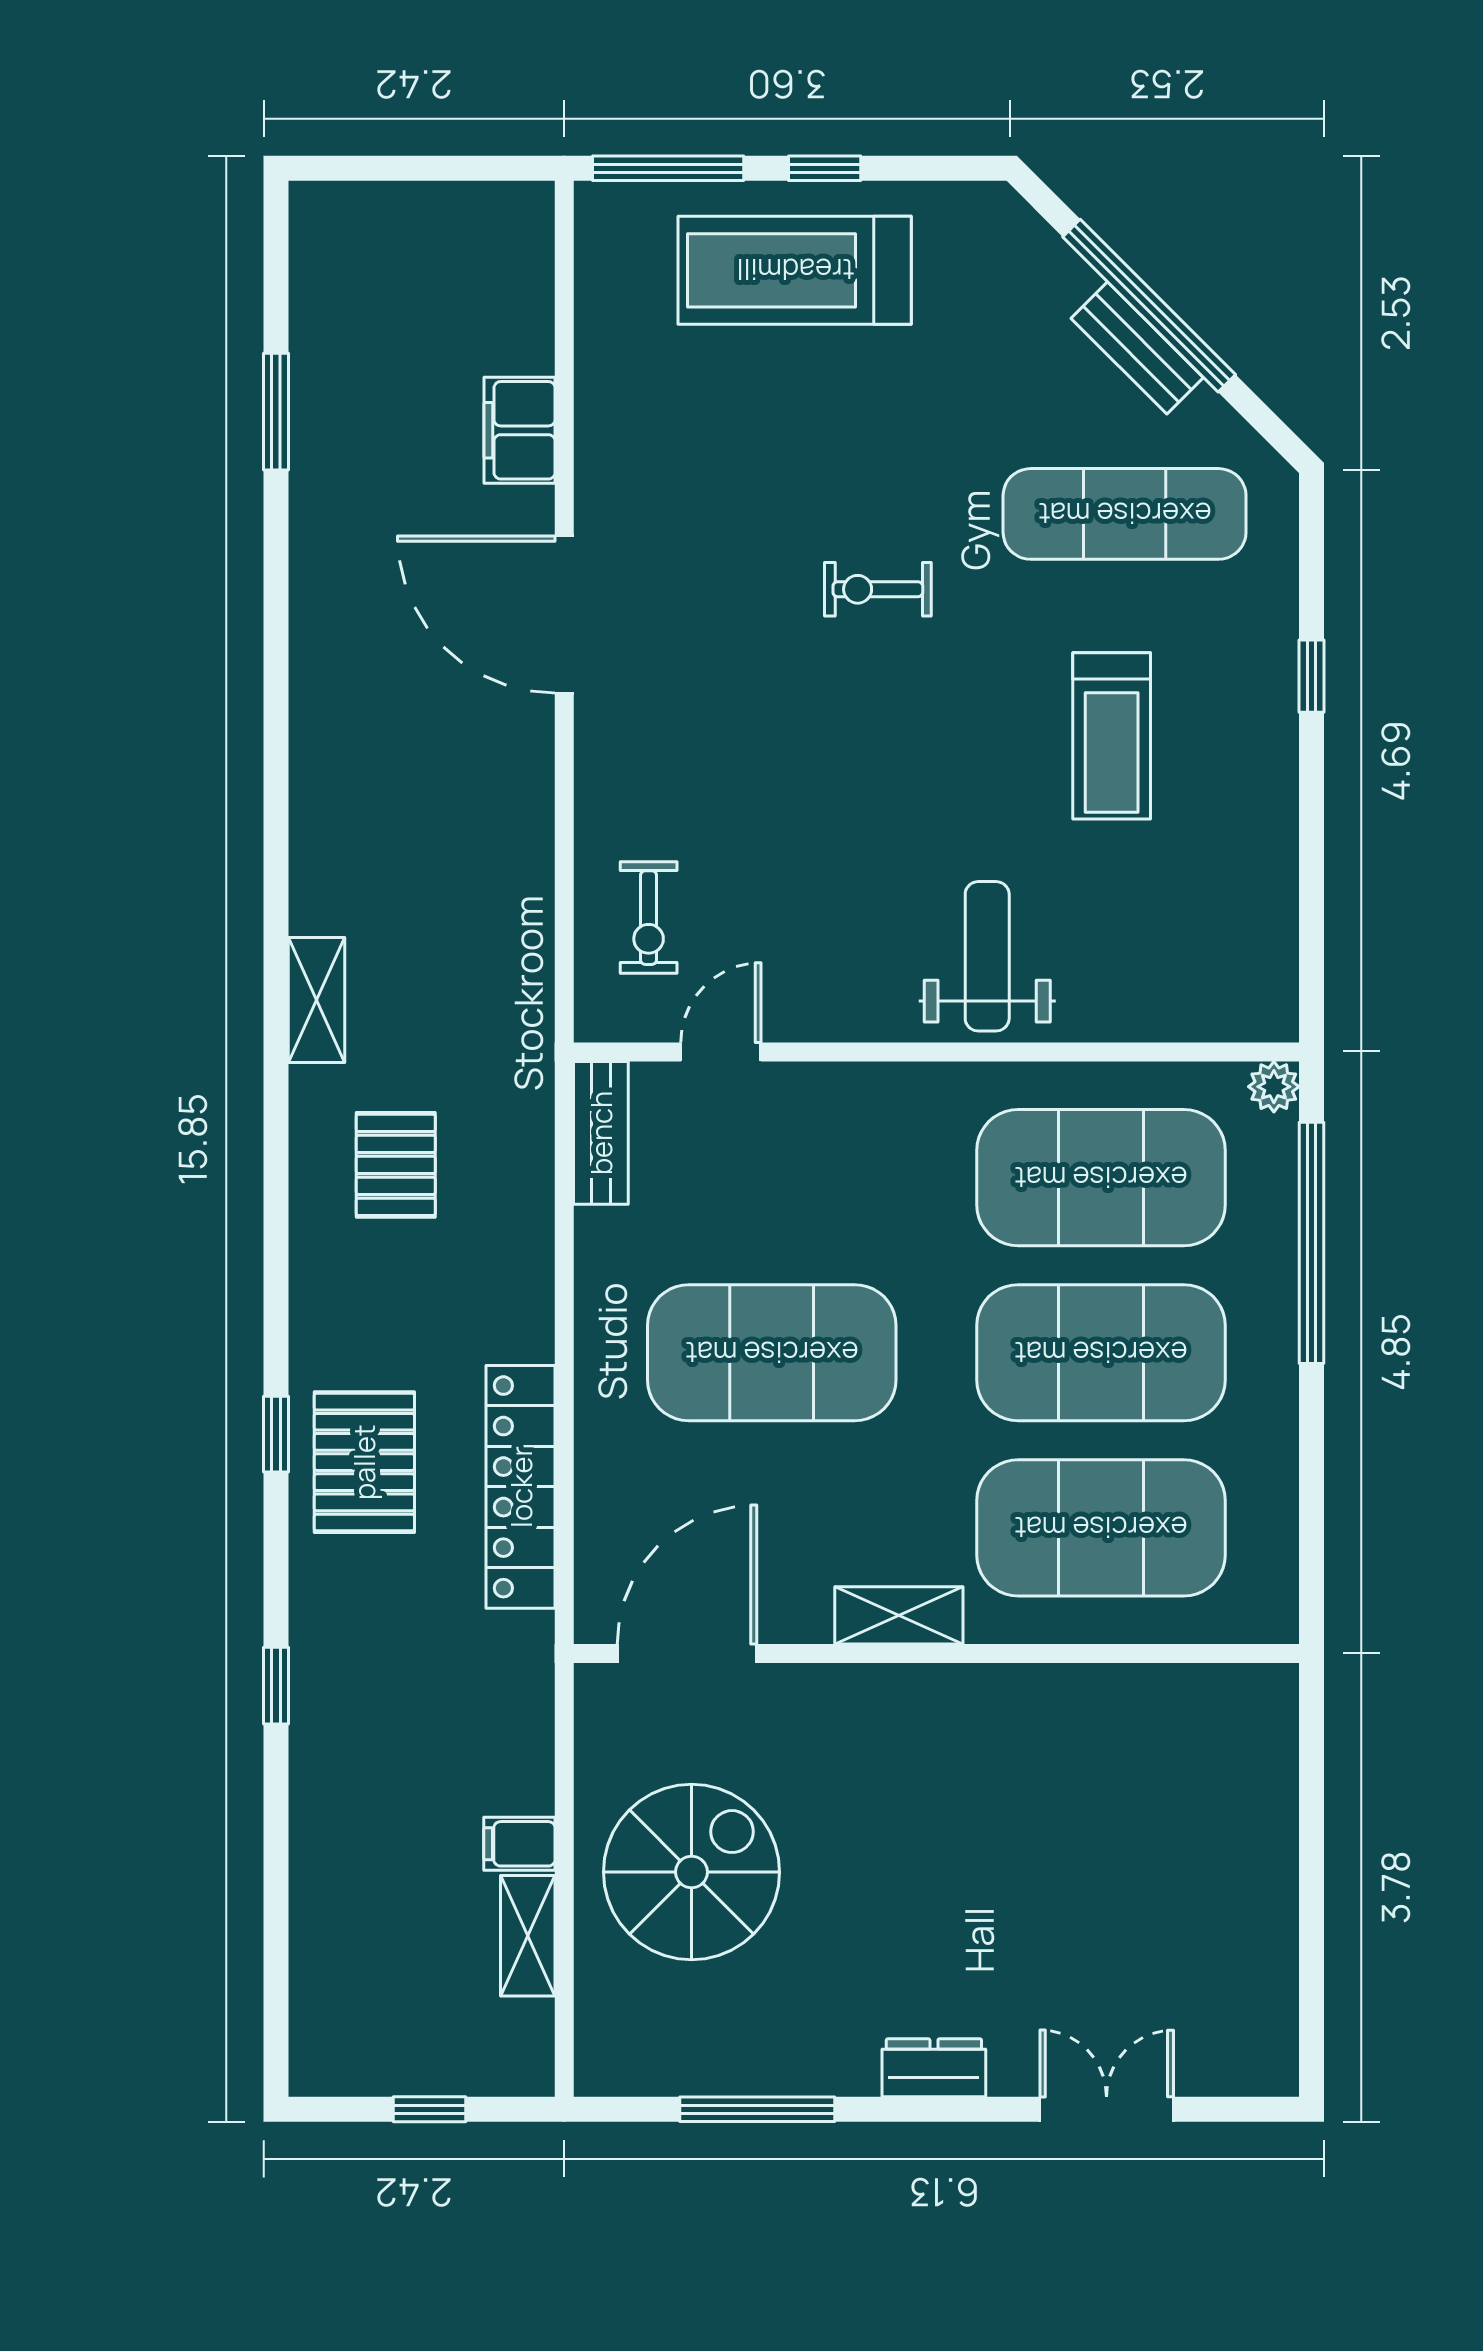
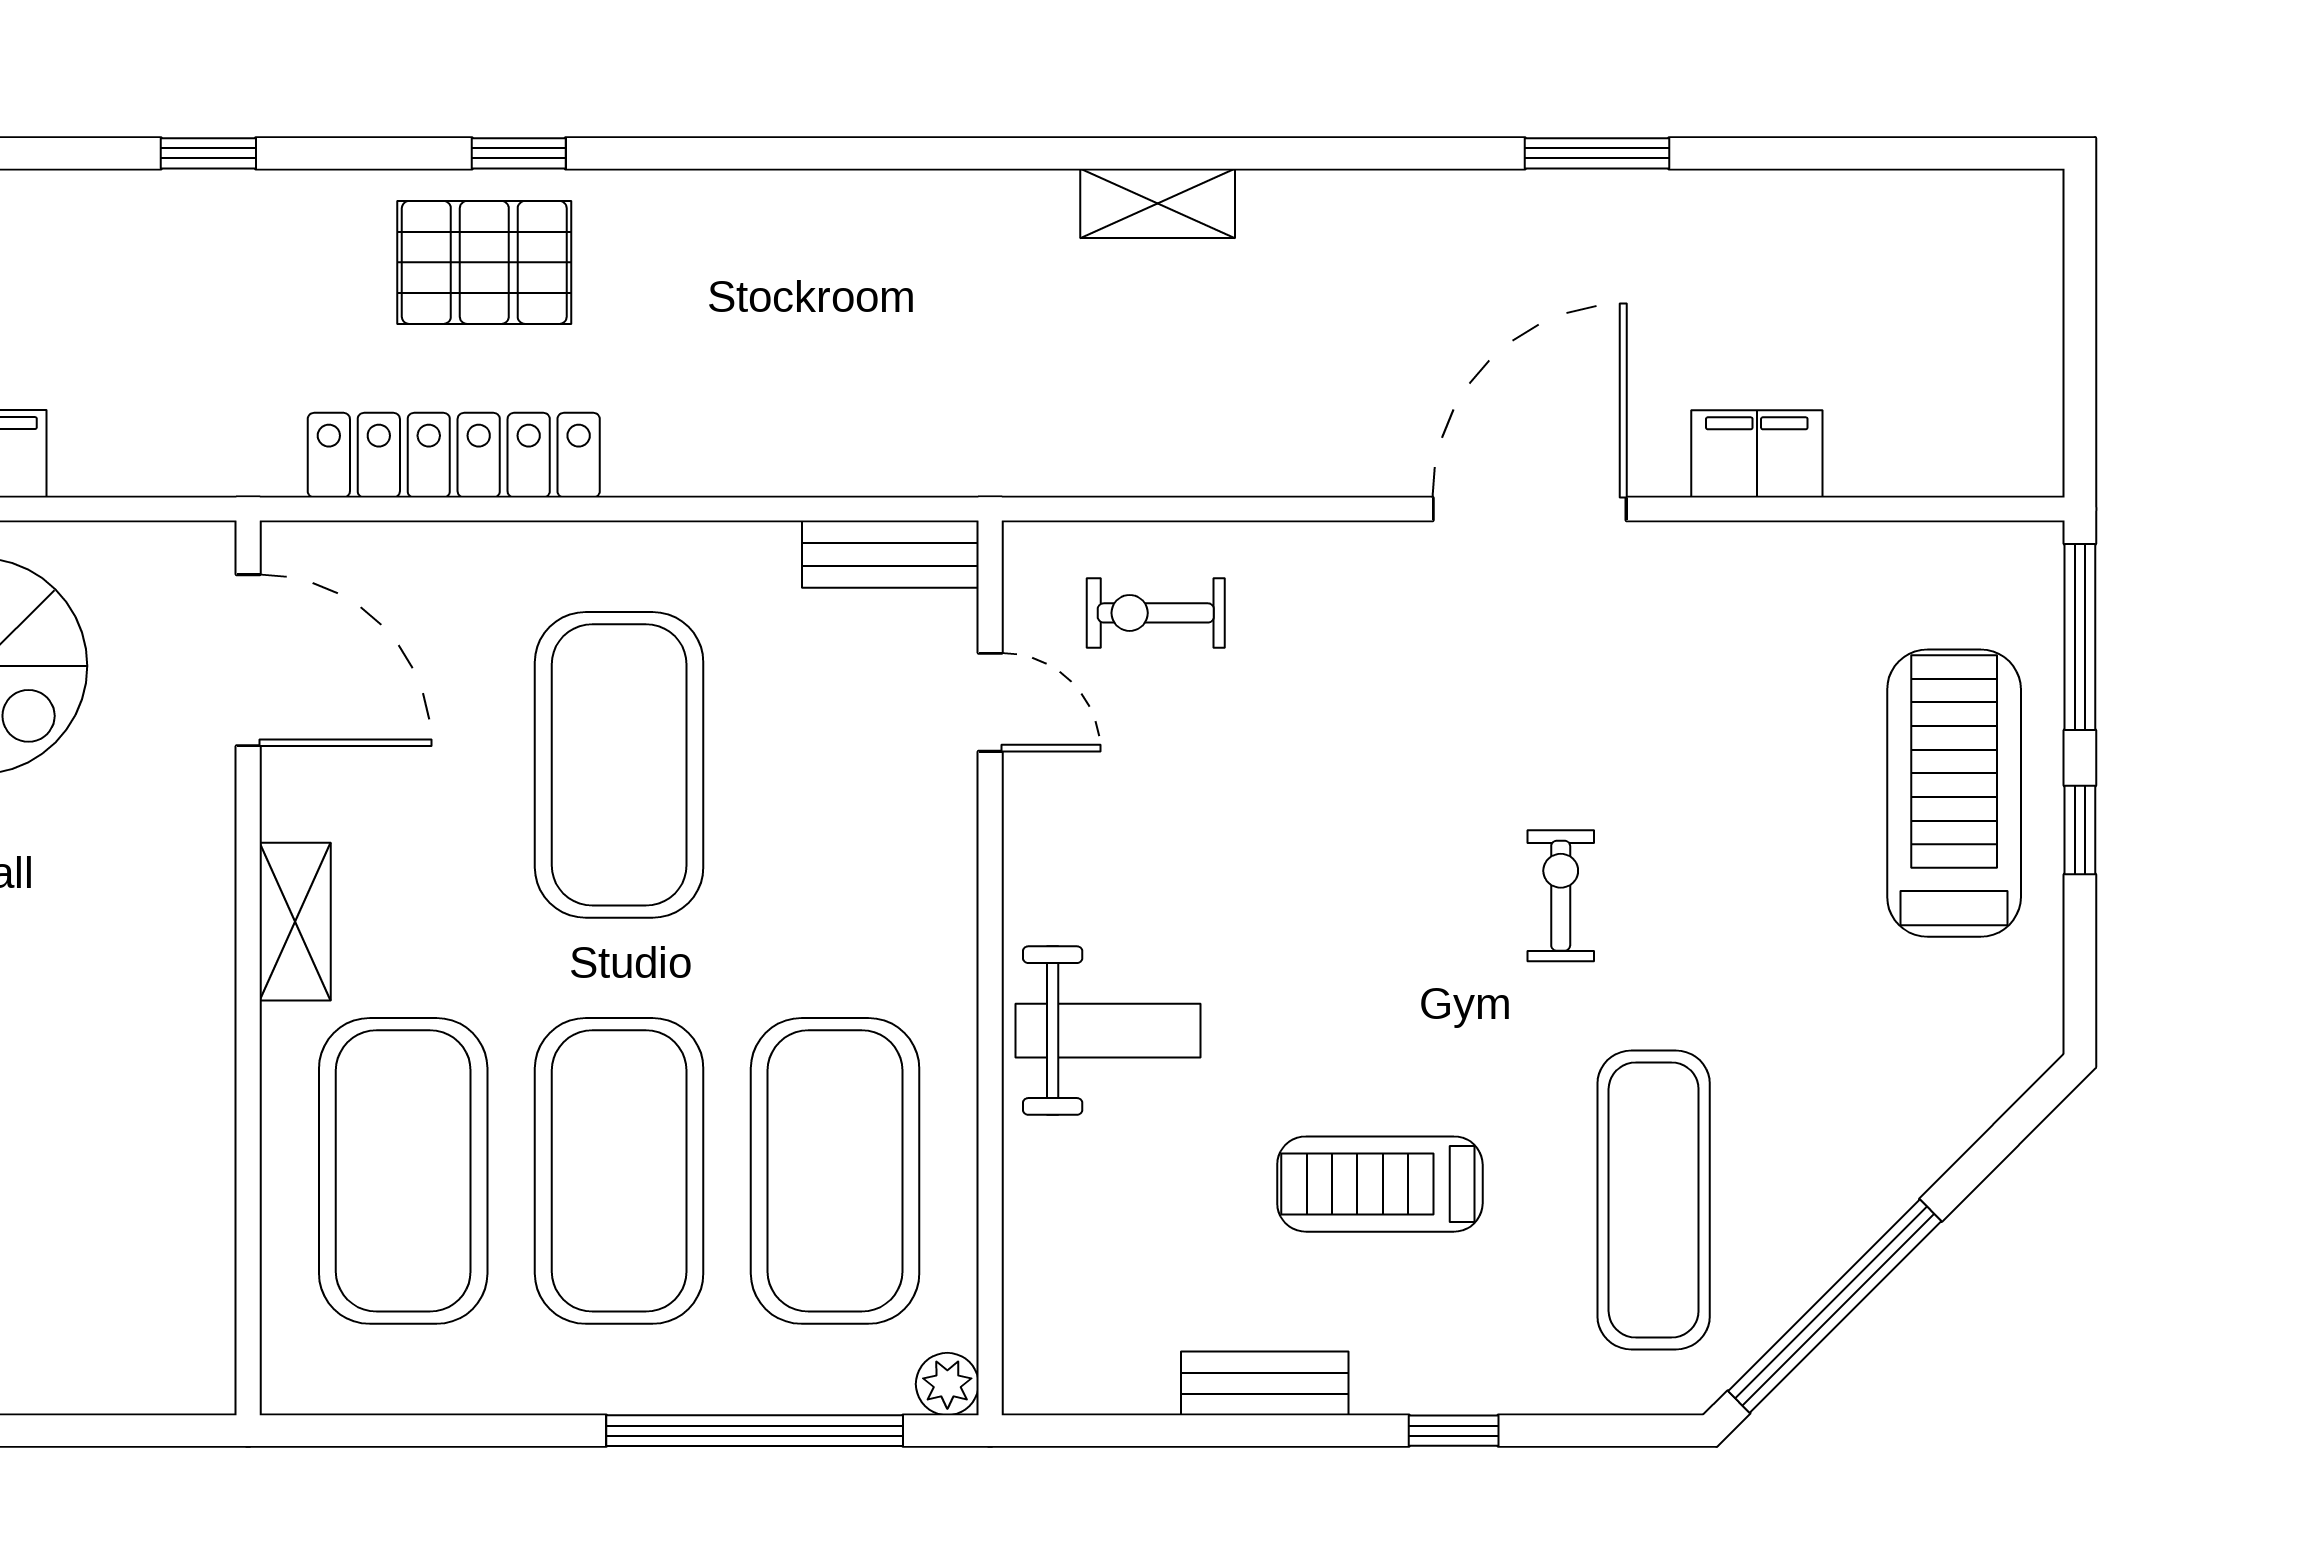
window: (1149, 306) -> (1835, 1306), moved
bench: (1137, 348) -> (1265, 1383), moved, turned 45
window: (276, 412) -> (1597, 153), moved
shelving: (317, 1000) -> (1158, 203), moved
pallet: (396, 1165) -> (851, 301), removed

